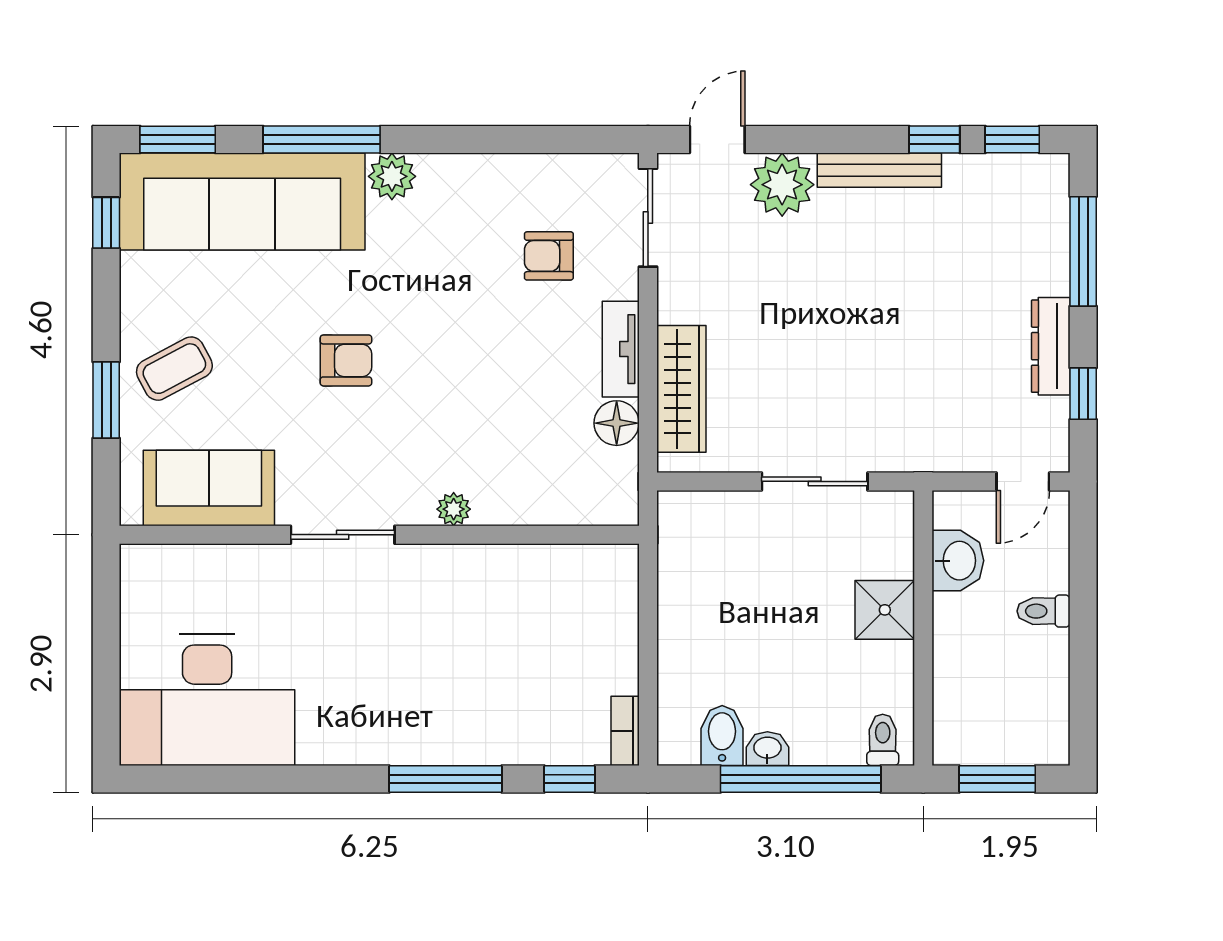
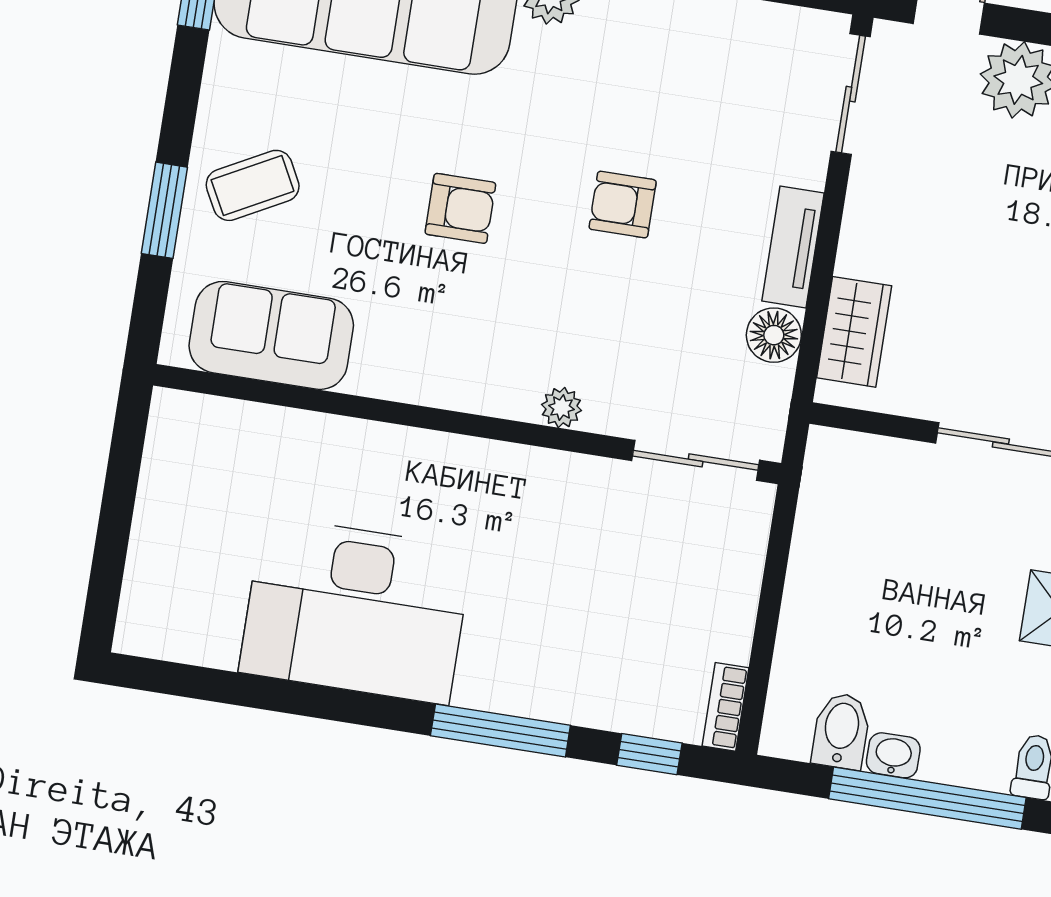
armchair: (549, 256) -> (623, 205), moved
wardrobe: (681, 389) -> (854, 332), width x0.67
sliding door: (343, 535) -> (696, 460), moved
desk: (207, 700) -> (356, 610), moved

